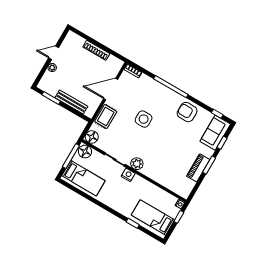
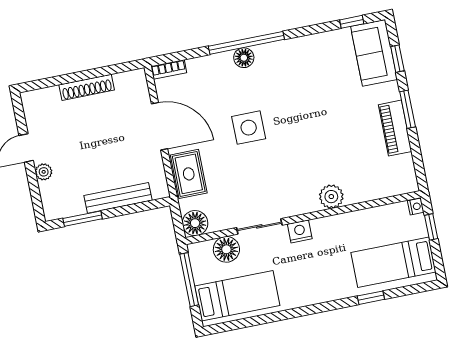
door: (111, 89) -> (160, 126), swing flipped
floor lamp: (165, 91) -> (244, 58), added
armchair: (187, 112) -> (304, 59), removed
floor lamp: (85, 152) -> (226, 249), moved
plant: (137, 164) -> (331, 197), moved

